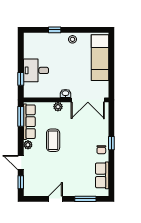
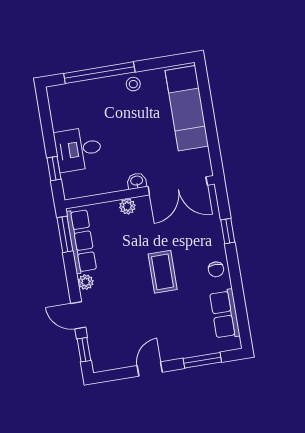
window: (55, 30) -> (99, 73), width x3.17
coffee table: (53, 140) -> (163, 272), moved
window: (111, 143) -> (228, 231), moved

